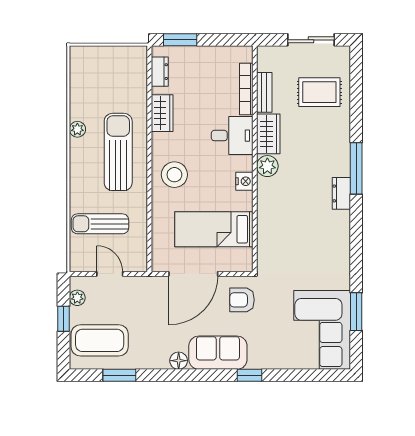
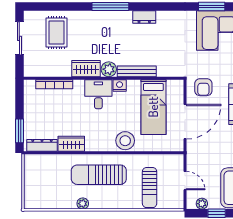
dresser: (160, 72) -> (42, 145), width x1.44
bench: (264, 92) -> (137, 71), moved, width x1.36
desk: (232, 136) -> (98, 94), moved
stool: (174, 175) -> (125, 141), moved
dresser: (341, 193) -> (144, 17), moved
door: (110, 274) -> (185, 181), swing flipped
door: (193, 274) -> (185, 122), hinge flipped

